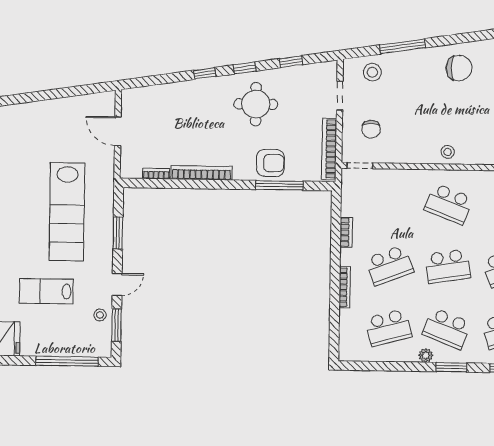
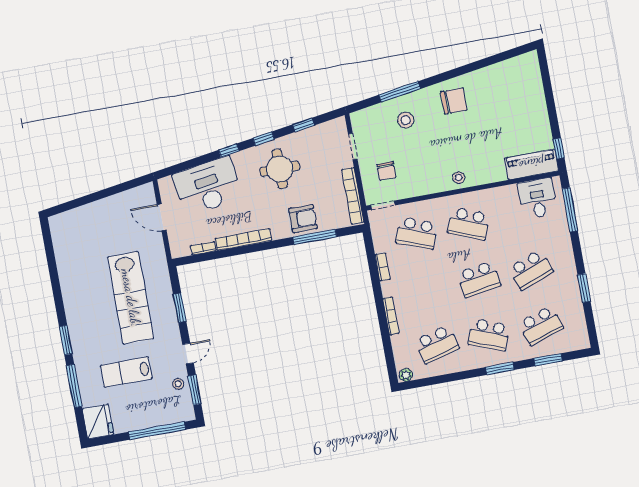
stool: (372, 72) -> (406, 120), moved
desk: (174, 107) -> (208, 186), added
school desk: (389, 265) -> (417, 233), moved, turned 42
plant: (426, 355) -> (406, 375), moved

